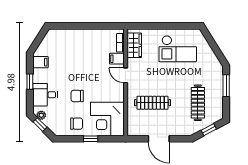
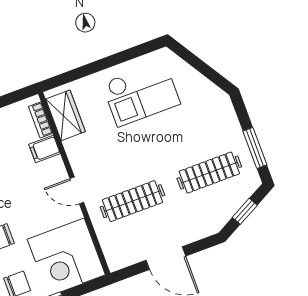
door: (126, 75) -> (77, 190), moved
window: (226, 86) -> (255, 148), moved
clothes rail: (198, 103) -> (209, 173), turned 90

